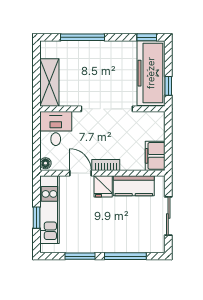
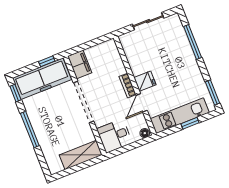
window: (82, 37) -> (30, 129), moved
filing cabinet: (155, 156) -> (80, 64), moved, turned -90
kitchen counter: (134, 186) -> (135, 57), removed
window: (80, 256) -> (213, 92), moved

